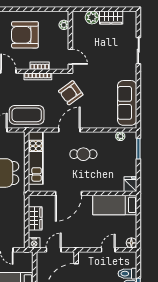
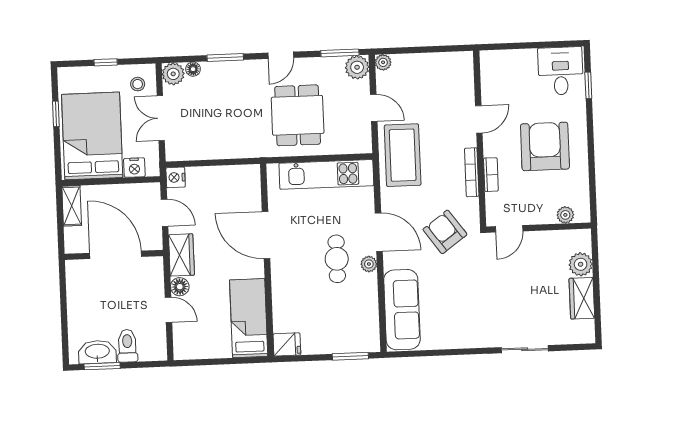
sofa: (127, 103) -> (402, 310), moved, turned 90
plant: (120, 136) -> (369, 264), moved
wardrobe: (35, 218) -> (181, 255), moved, turned -90
floor lamp: (131, 243) -> (180, 287), moved
nightstand: (28, 266) -> (134, 168), added

